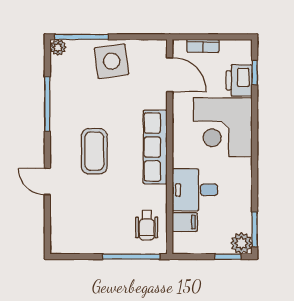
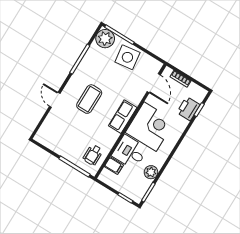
plant: (58, 47) -> (105, 39), width x1.88, depth x1.88
corner desk: (223, 127) -> (150, 127), moved, turned 180
row of seats: (155, 147) -> (123, 117), width x0.68
plant: (241, 243) -> (151, 172), moved

